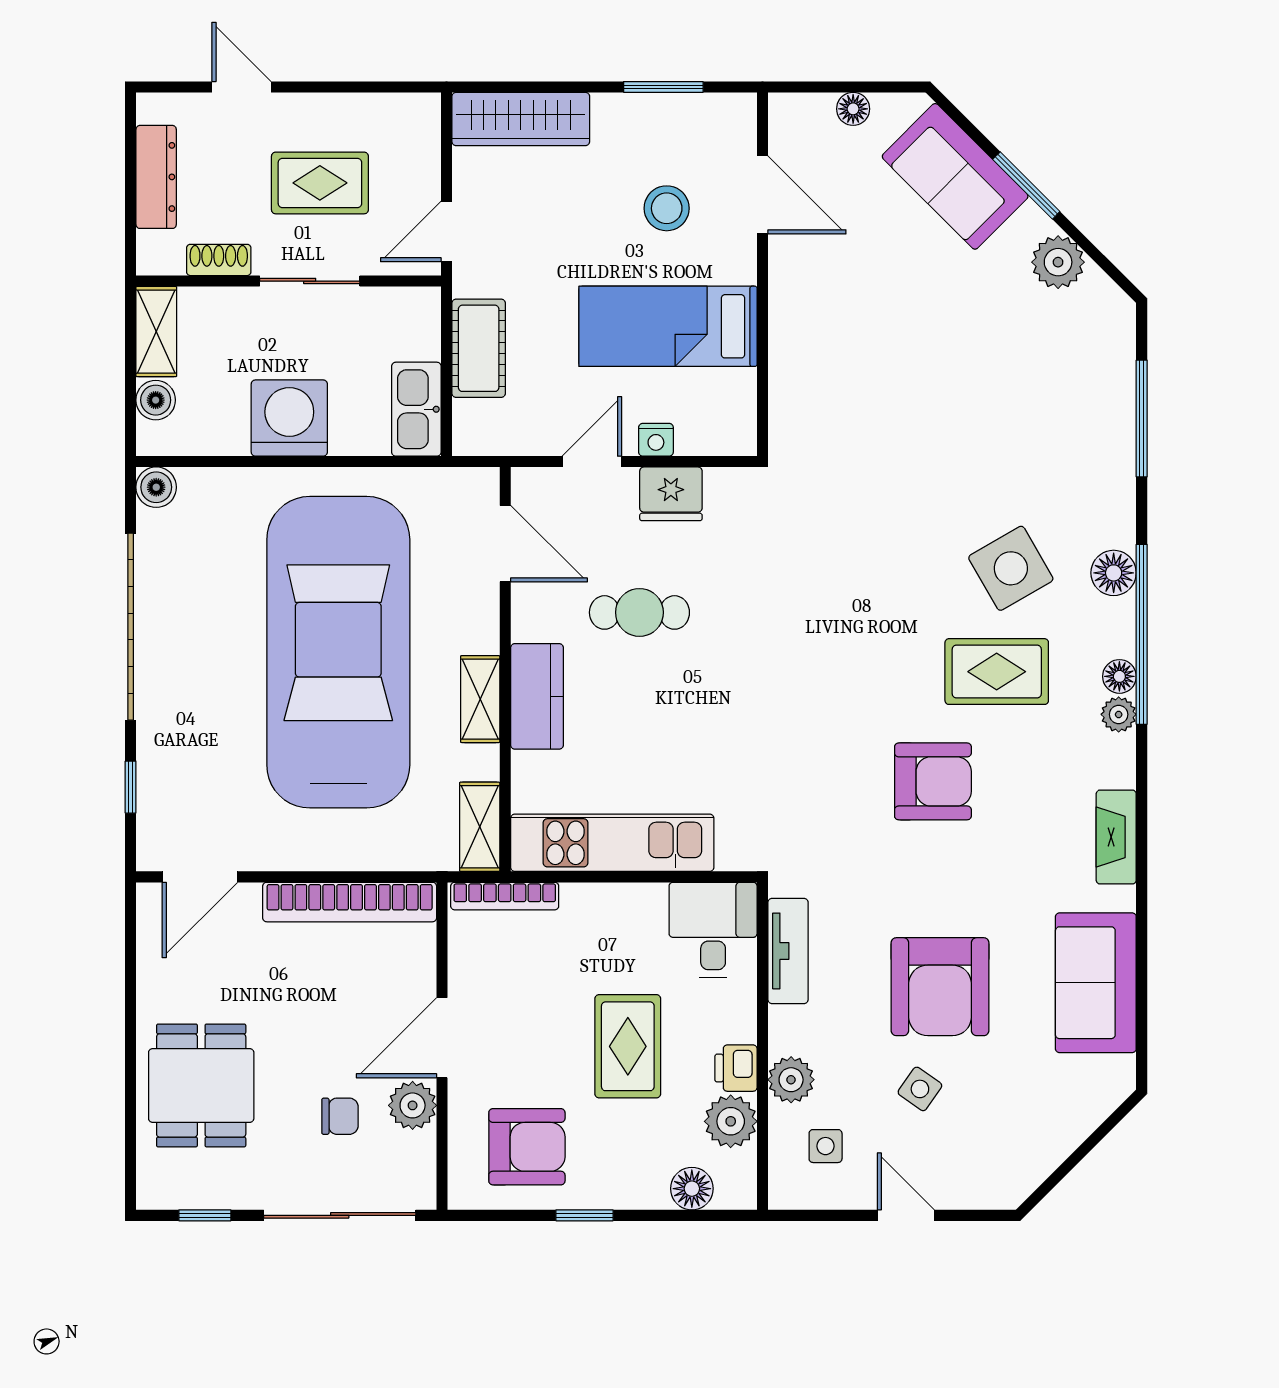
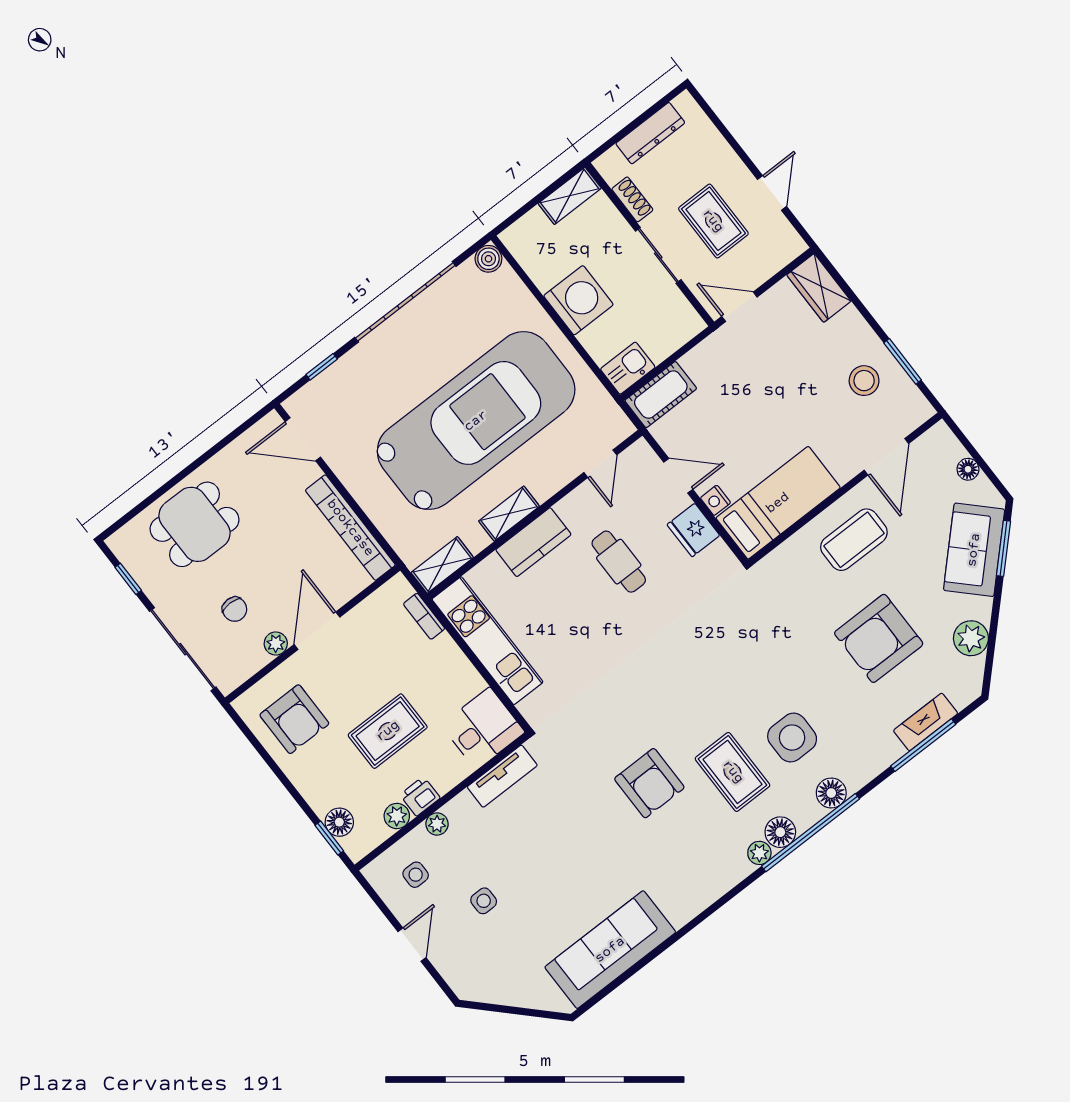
door: (242, 87) -> (772, 193), moved
wardrobe: (521, 119) -> (819, 288), width x0.67
window: (1026, 185) -> (1003, 548), moved
stool: (667, 208) -> (864, 381), moved
coffee table: (832, 311) -> (854, 540), added
bed: (668, 326) -> (778, 503), moved, turned 90
cot: (479, 348) -> (661, 395), moved
boiler: (156, 400) -> (534, 223), removed
kitchen sink: (416, 409) -> (628, 368), width x0.73
door: (505, 544) -> (600, 464), width x0.73
side table: (1011, 568) -> (792, 738), turned 30
floor lamp: (1119, 676) -> (780, 832), width x1.37, depth x1.37
fireplace: (1116, 837) -> (926, 722), moved
bookcase: (505, 896) -> (424, 616), width x0.64
sofa: (1096, 983) -> (610, 950), width x1.36
armchair: (940, 987) -> (879, 638), moved
door: (442, 1038) -> (317, 631), hinge flipped
plant: (791, 1080) -> (437, 824), width x0.73, depth x0.73
side table: (920, 1089) -> (484, 901), turned -35
plant: (413, 1105) -> (276, 643), width x0.73, depth x0.73
plant: (731, 1121) -> (397, 816), width x0.73, depth x0.73
window: (584, 1215) -> (329, 838), moved

